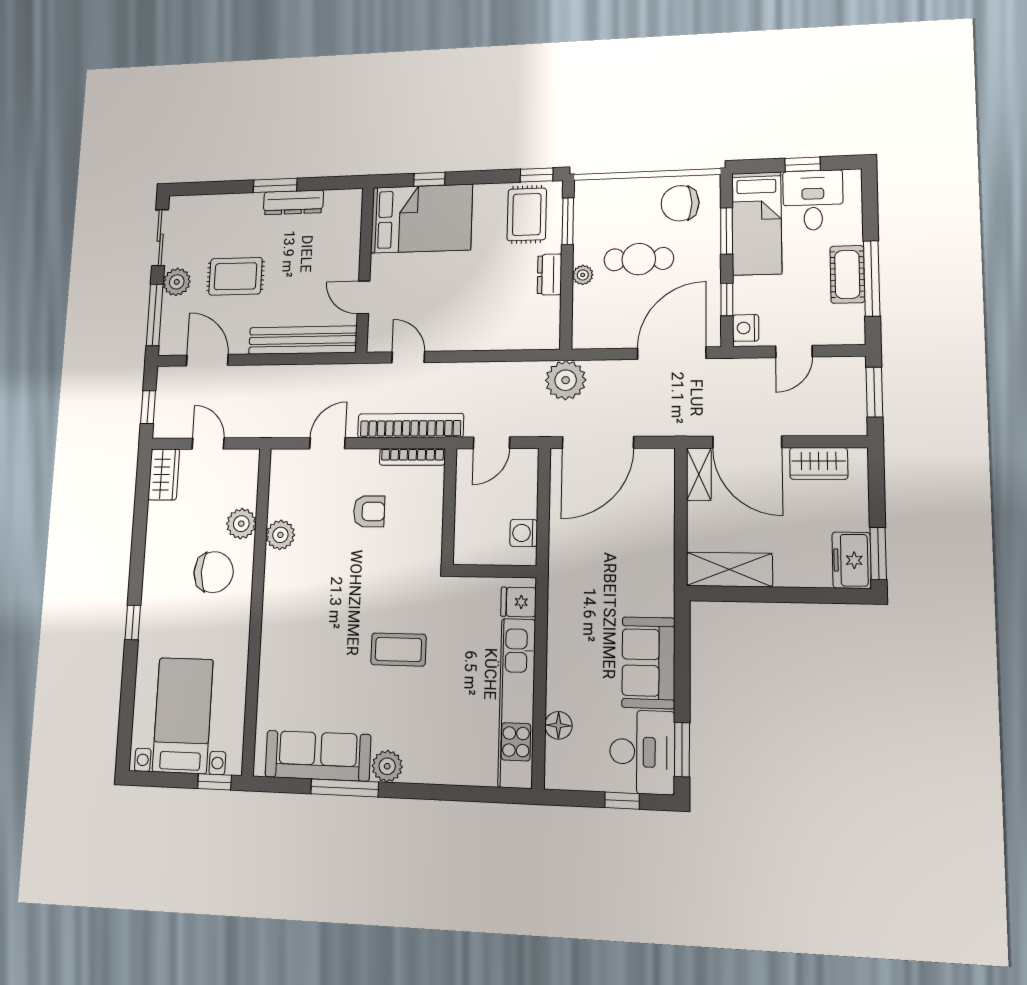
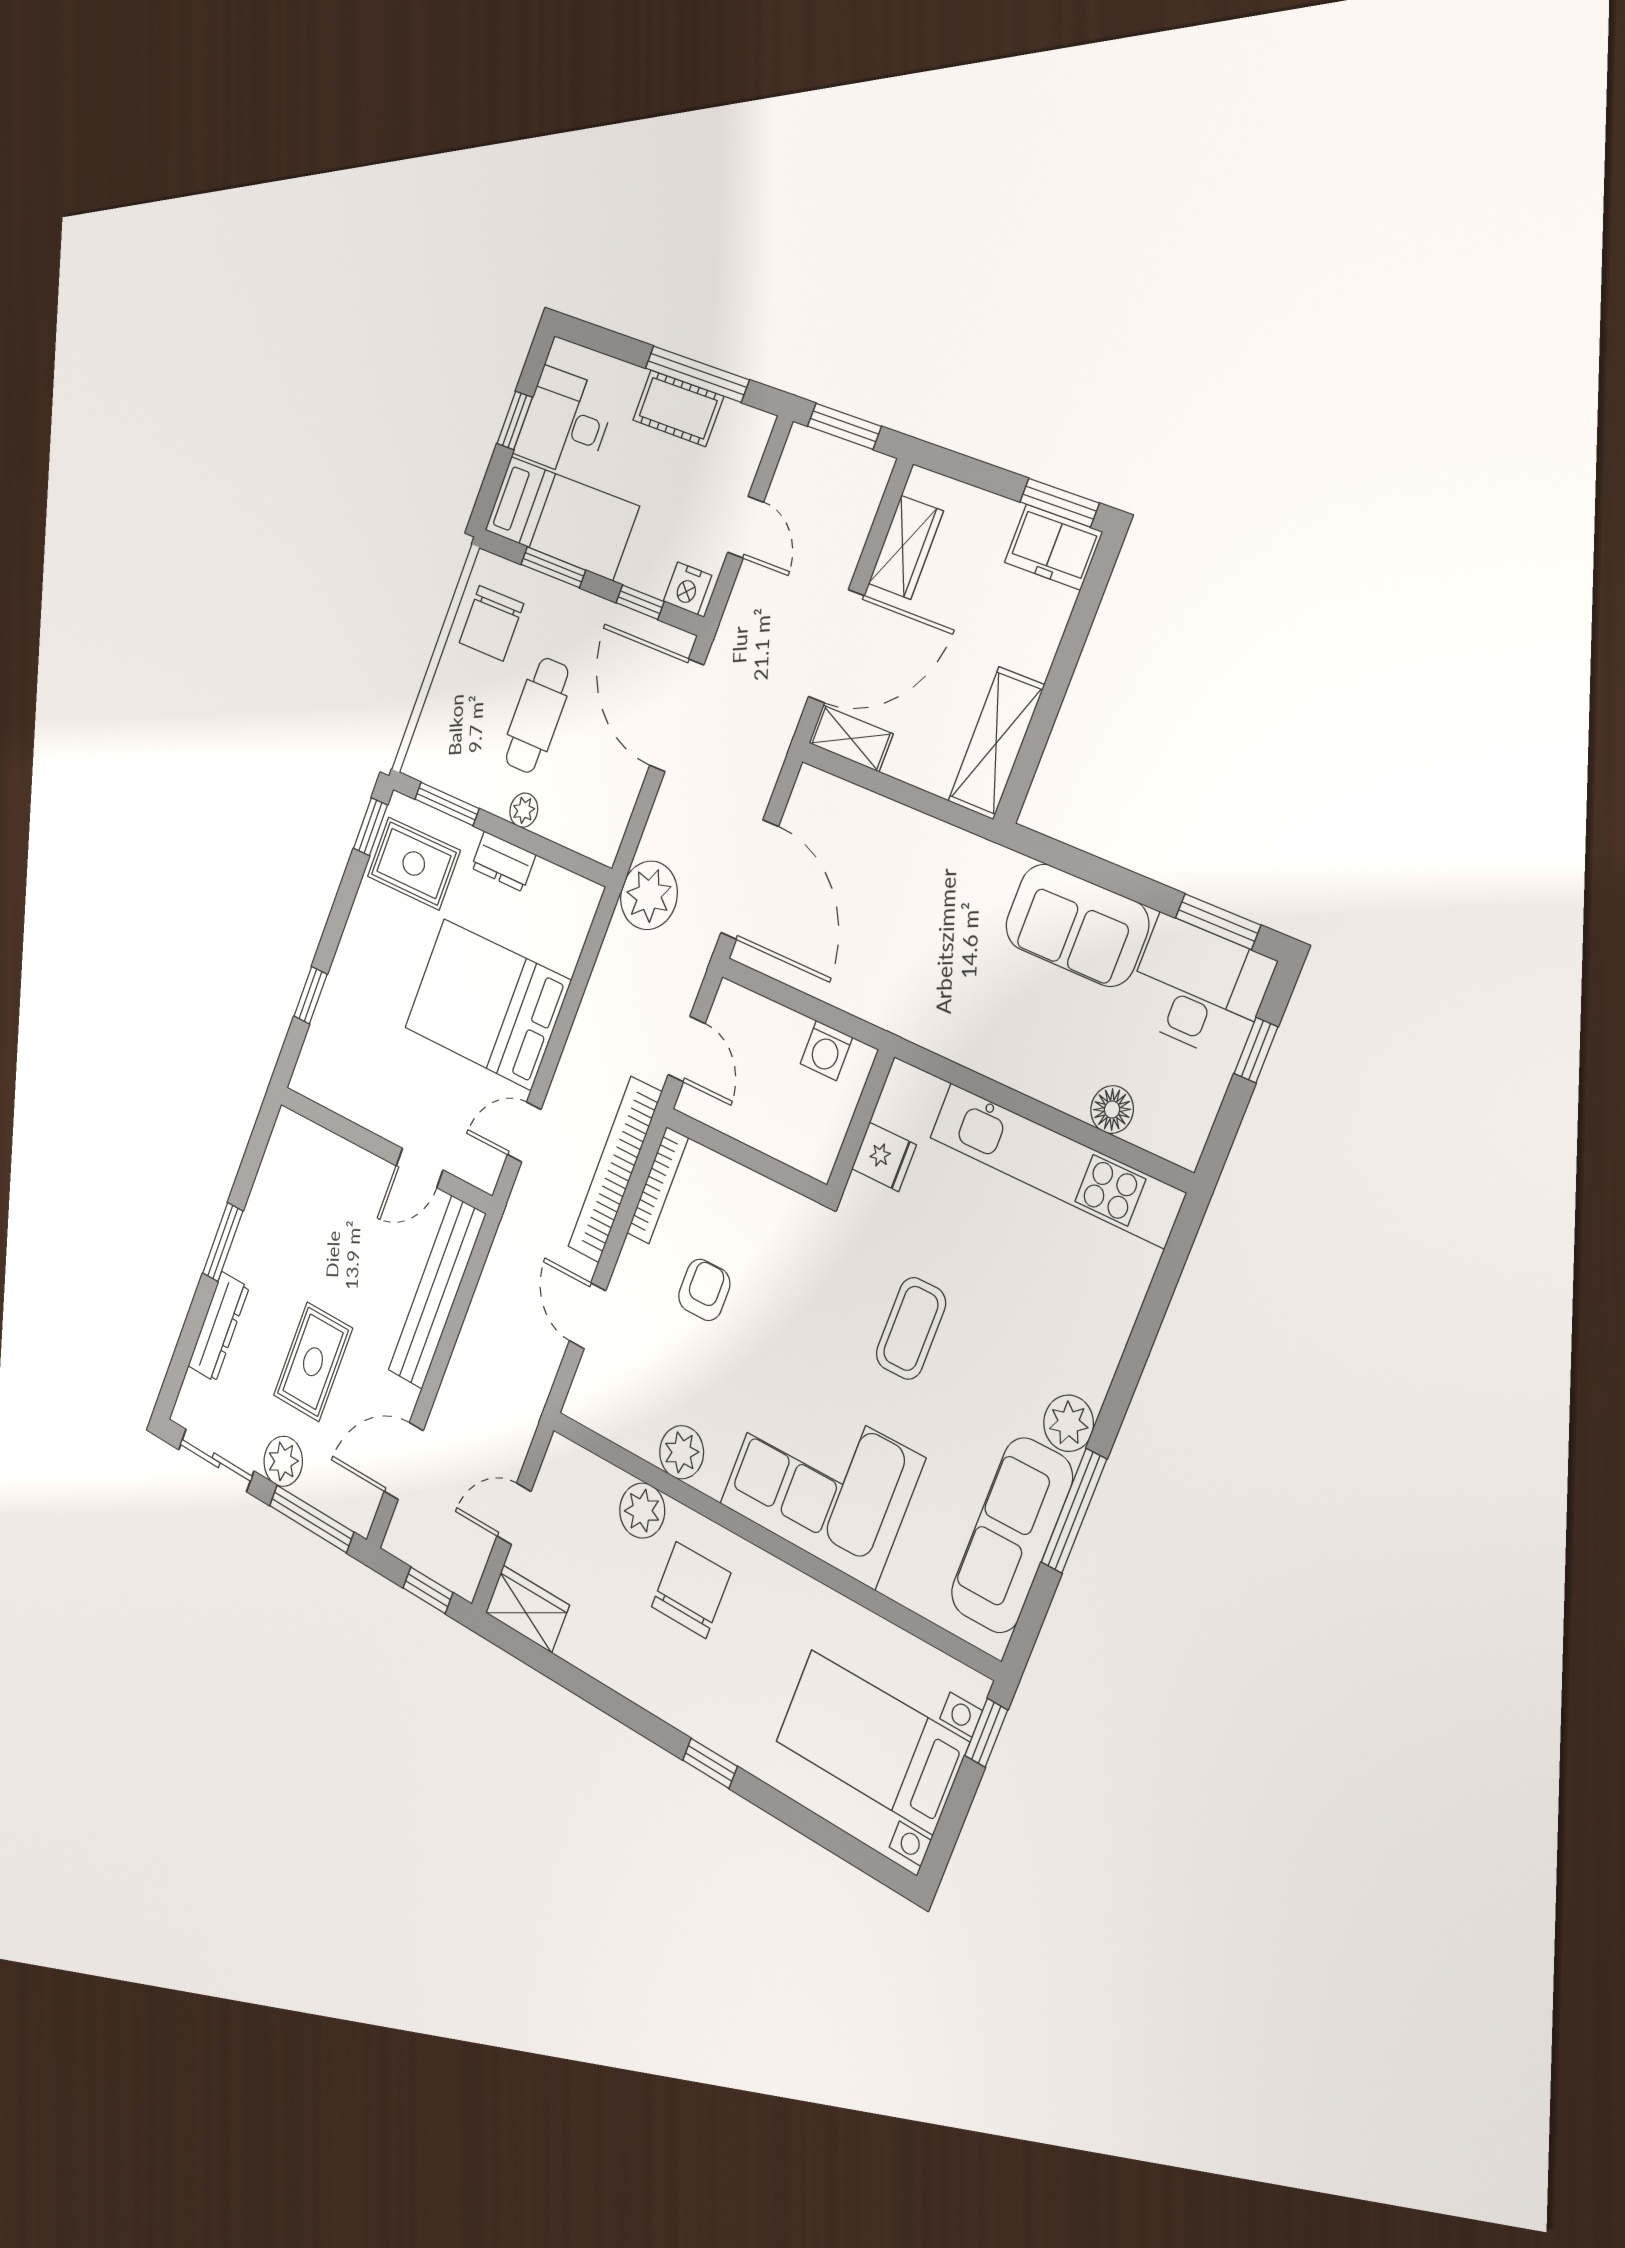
dresser: (293, 202) -> (219, 1327), moved
bed: (421, 219) -> (487, 1004), moved, turned -90
fridge: (518, 602) -> (884, 1157), moved, turned -90
corner sofa: (300, 628) -> (822, 1481), added

